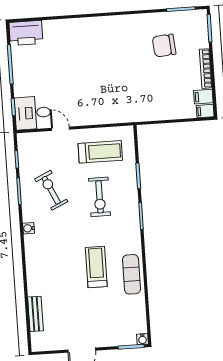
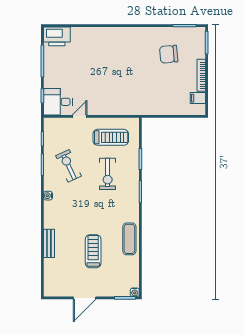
filing cabinet: (205, 111) -> (198, 110), removed
door: (60, 129) -> (80, 116), hinge flipped
treadmill: (96, 267) -> (93, 251), moved
bench: (35, 314) -> (49, 243), moved

